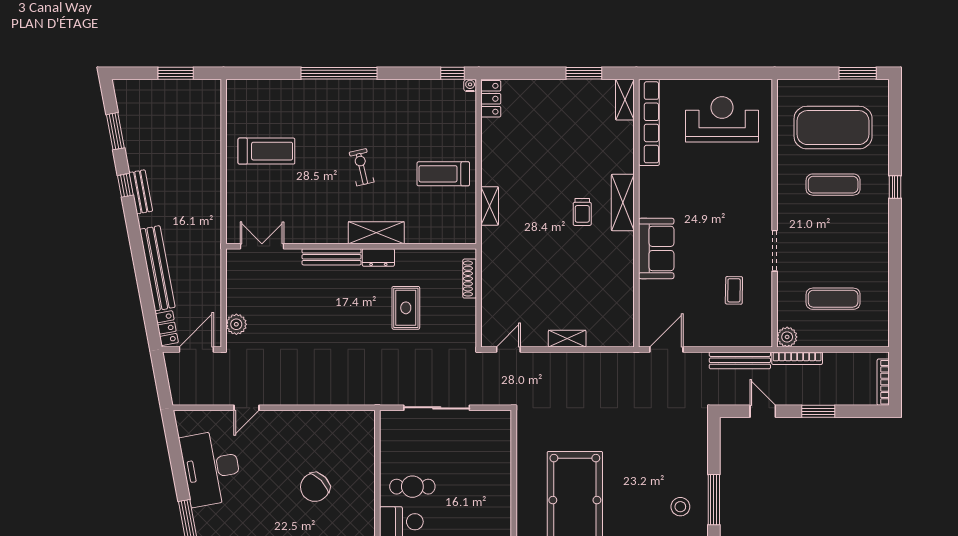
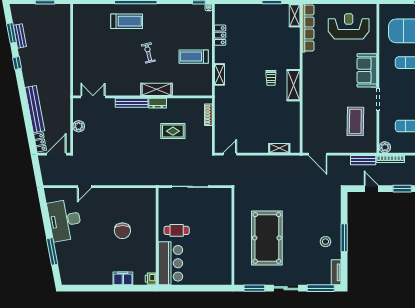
locker: (491, 99) -> (220, 35), moved
treadmill: (266, 151) -> (127, 21), moved
bench: (141, 192) -> (20, 36), moved
shelving: (623, 202) -> (293, 85), moved
sofa: (656, 248) -> (367, 70), moved, turned 180
coffee table: (734, 290) -> (355, 121), width x1.86, depth x1.72
rug: (406, 308) -> (173, 131), turned 90
plant: (236, 324) -> (79, 126), moved
shelving: (567, 339) -> (279, 148), moved
door: (666, 349) -> (318, 154), swing flipped
bench: (740, 360) -> (363, 160), width x0.73
chair: (315, 487) -> (122, 231), turned -46

